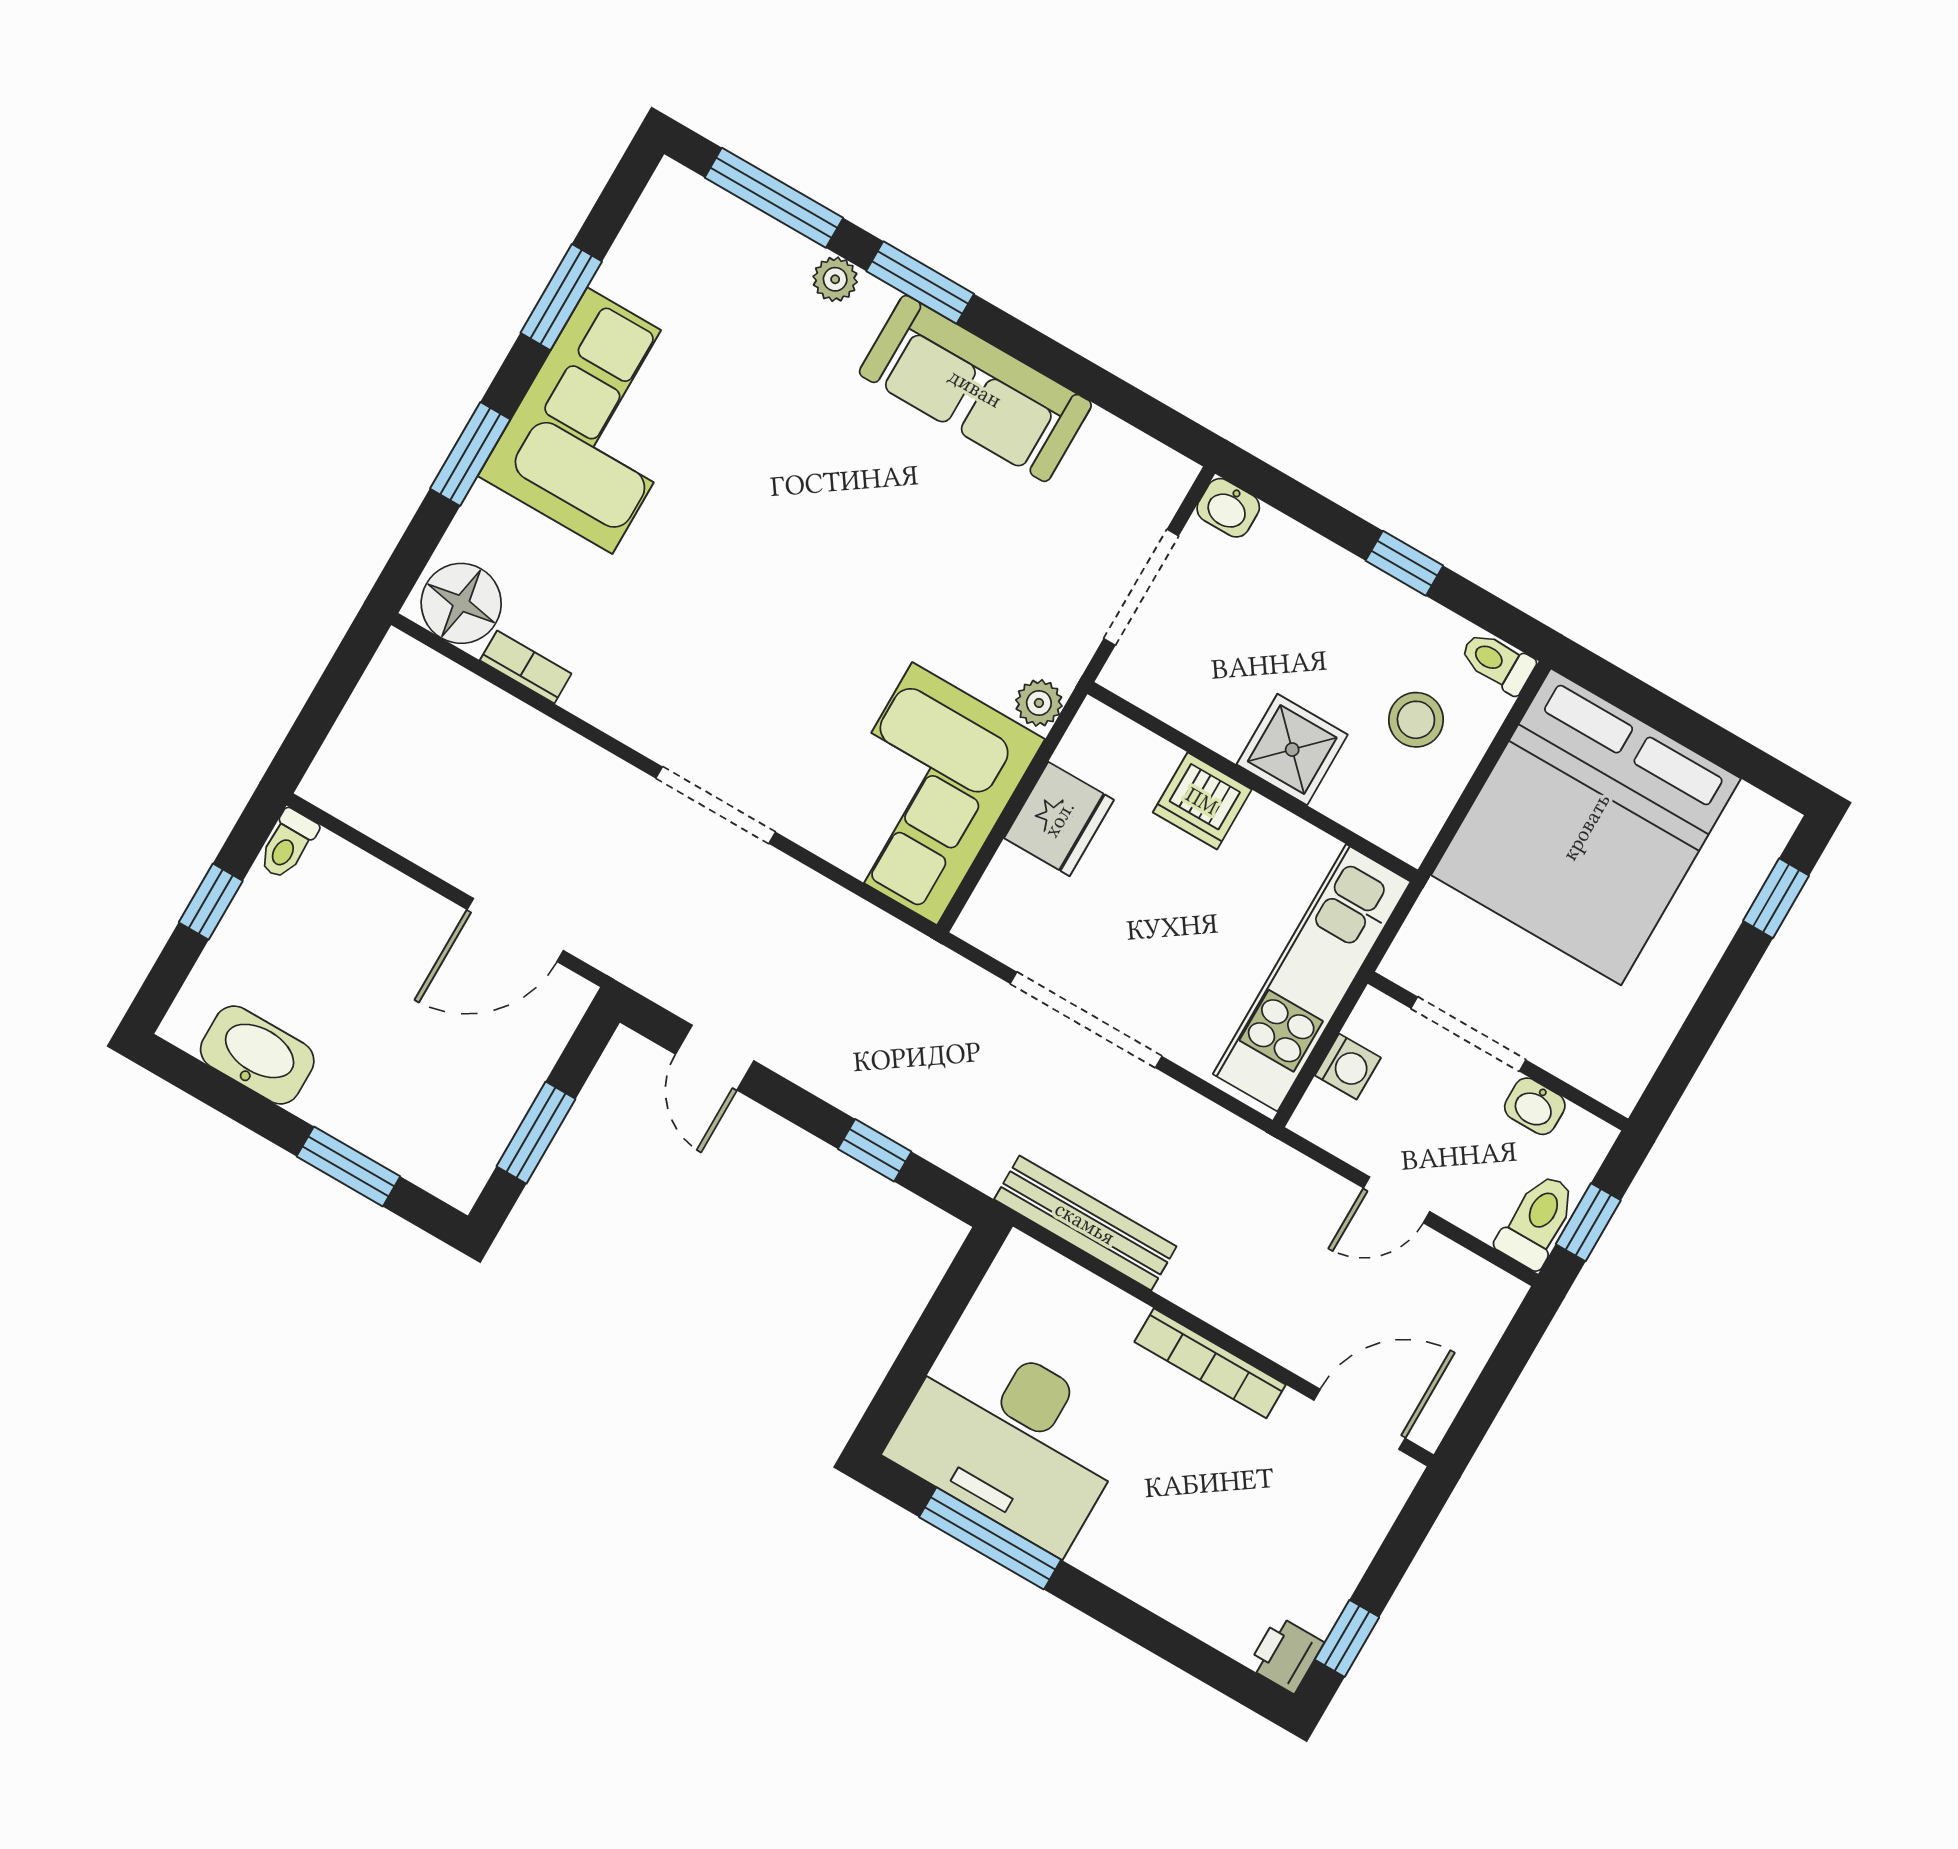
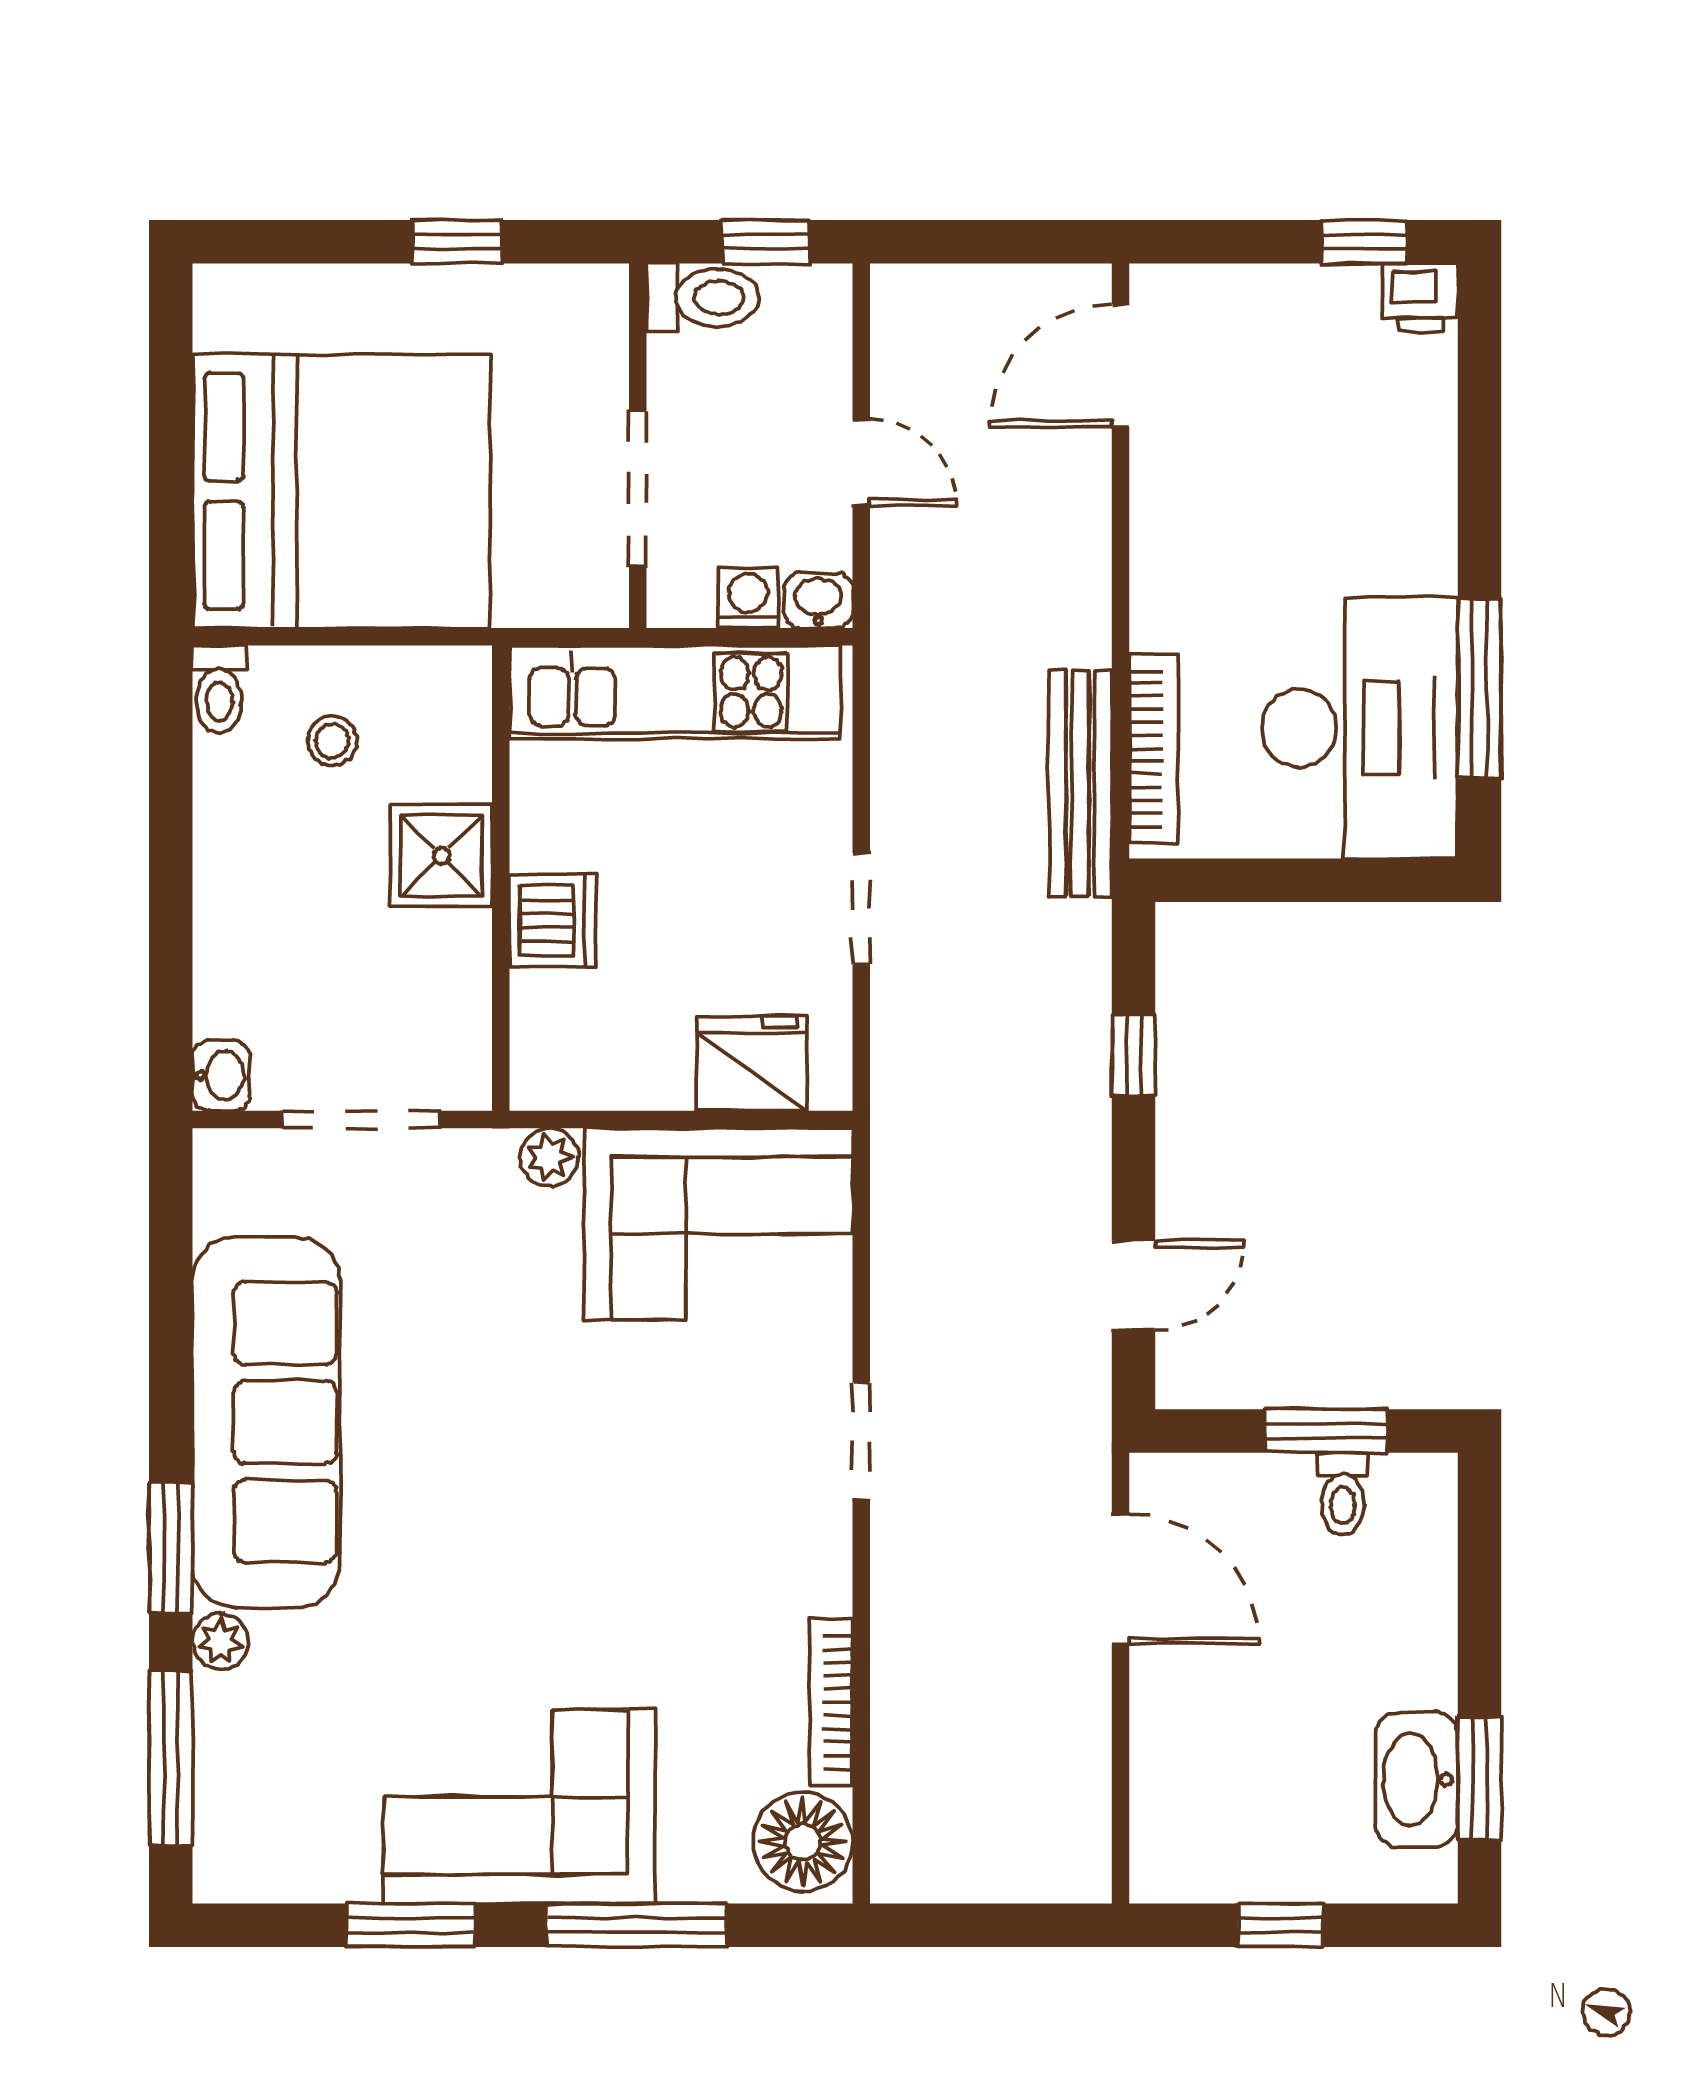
sofa: (975, 388) -> (266, 1422), width x1.36, depth x1.27
window: (470, 454) -> (636, 1925), width x1.44
window: (1404, 563) -> (171, 851), removed
bookcase: (526, 667) -> (831, 1702), width x1.56
stool: (1416, 720) -> (332, 741), width x0.73, depth x0.73
doorway: (716, 805) -> (861, 1442), width x0.73
fridge: (1059, 819) -> (751, 1064), moved
toilet: (288, 844) -> (1343, 1494), moved, turned 90
window: (1776, 898) -> (457, 242), moved
doorway: (1086, 1020) -> (861, 909), width x0.53
washbasin: (1535, 1106) -> (818, 600), moved, turned -90
window: (348, 1166) -> (1479, 1778), moved
toilet: (1537, 1221) -> (703, 298), moved, turned 180
bookcase: (1210, 1363) -> (1154, 749), moved
door: (1359, 1419) -> (1121, 365), hinge flipped

